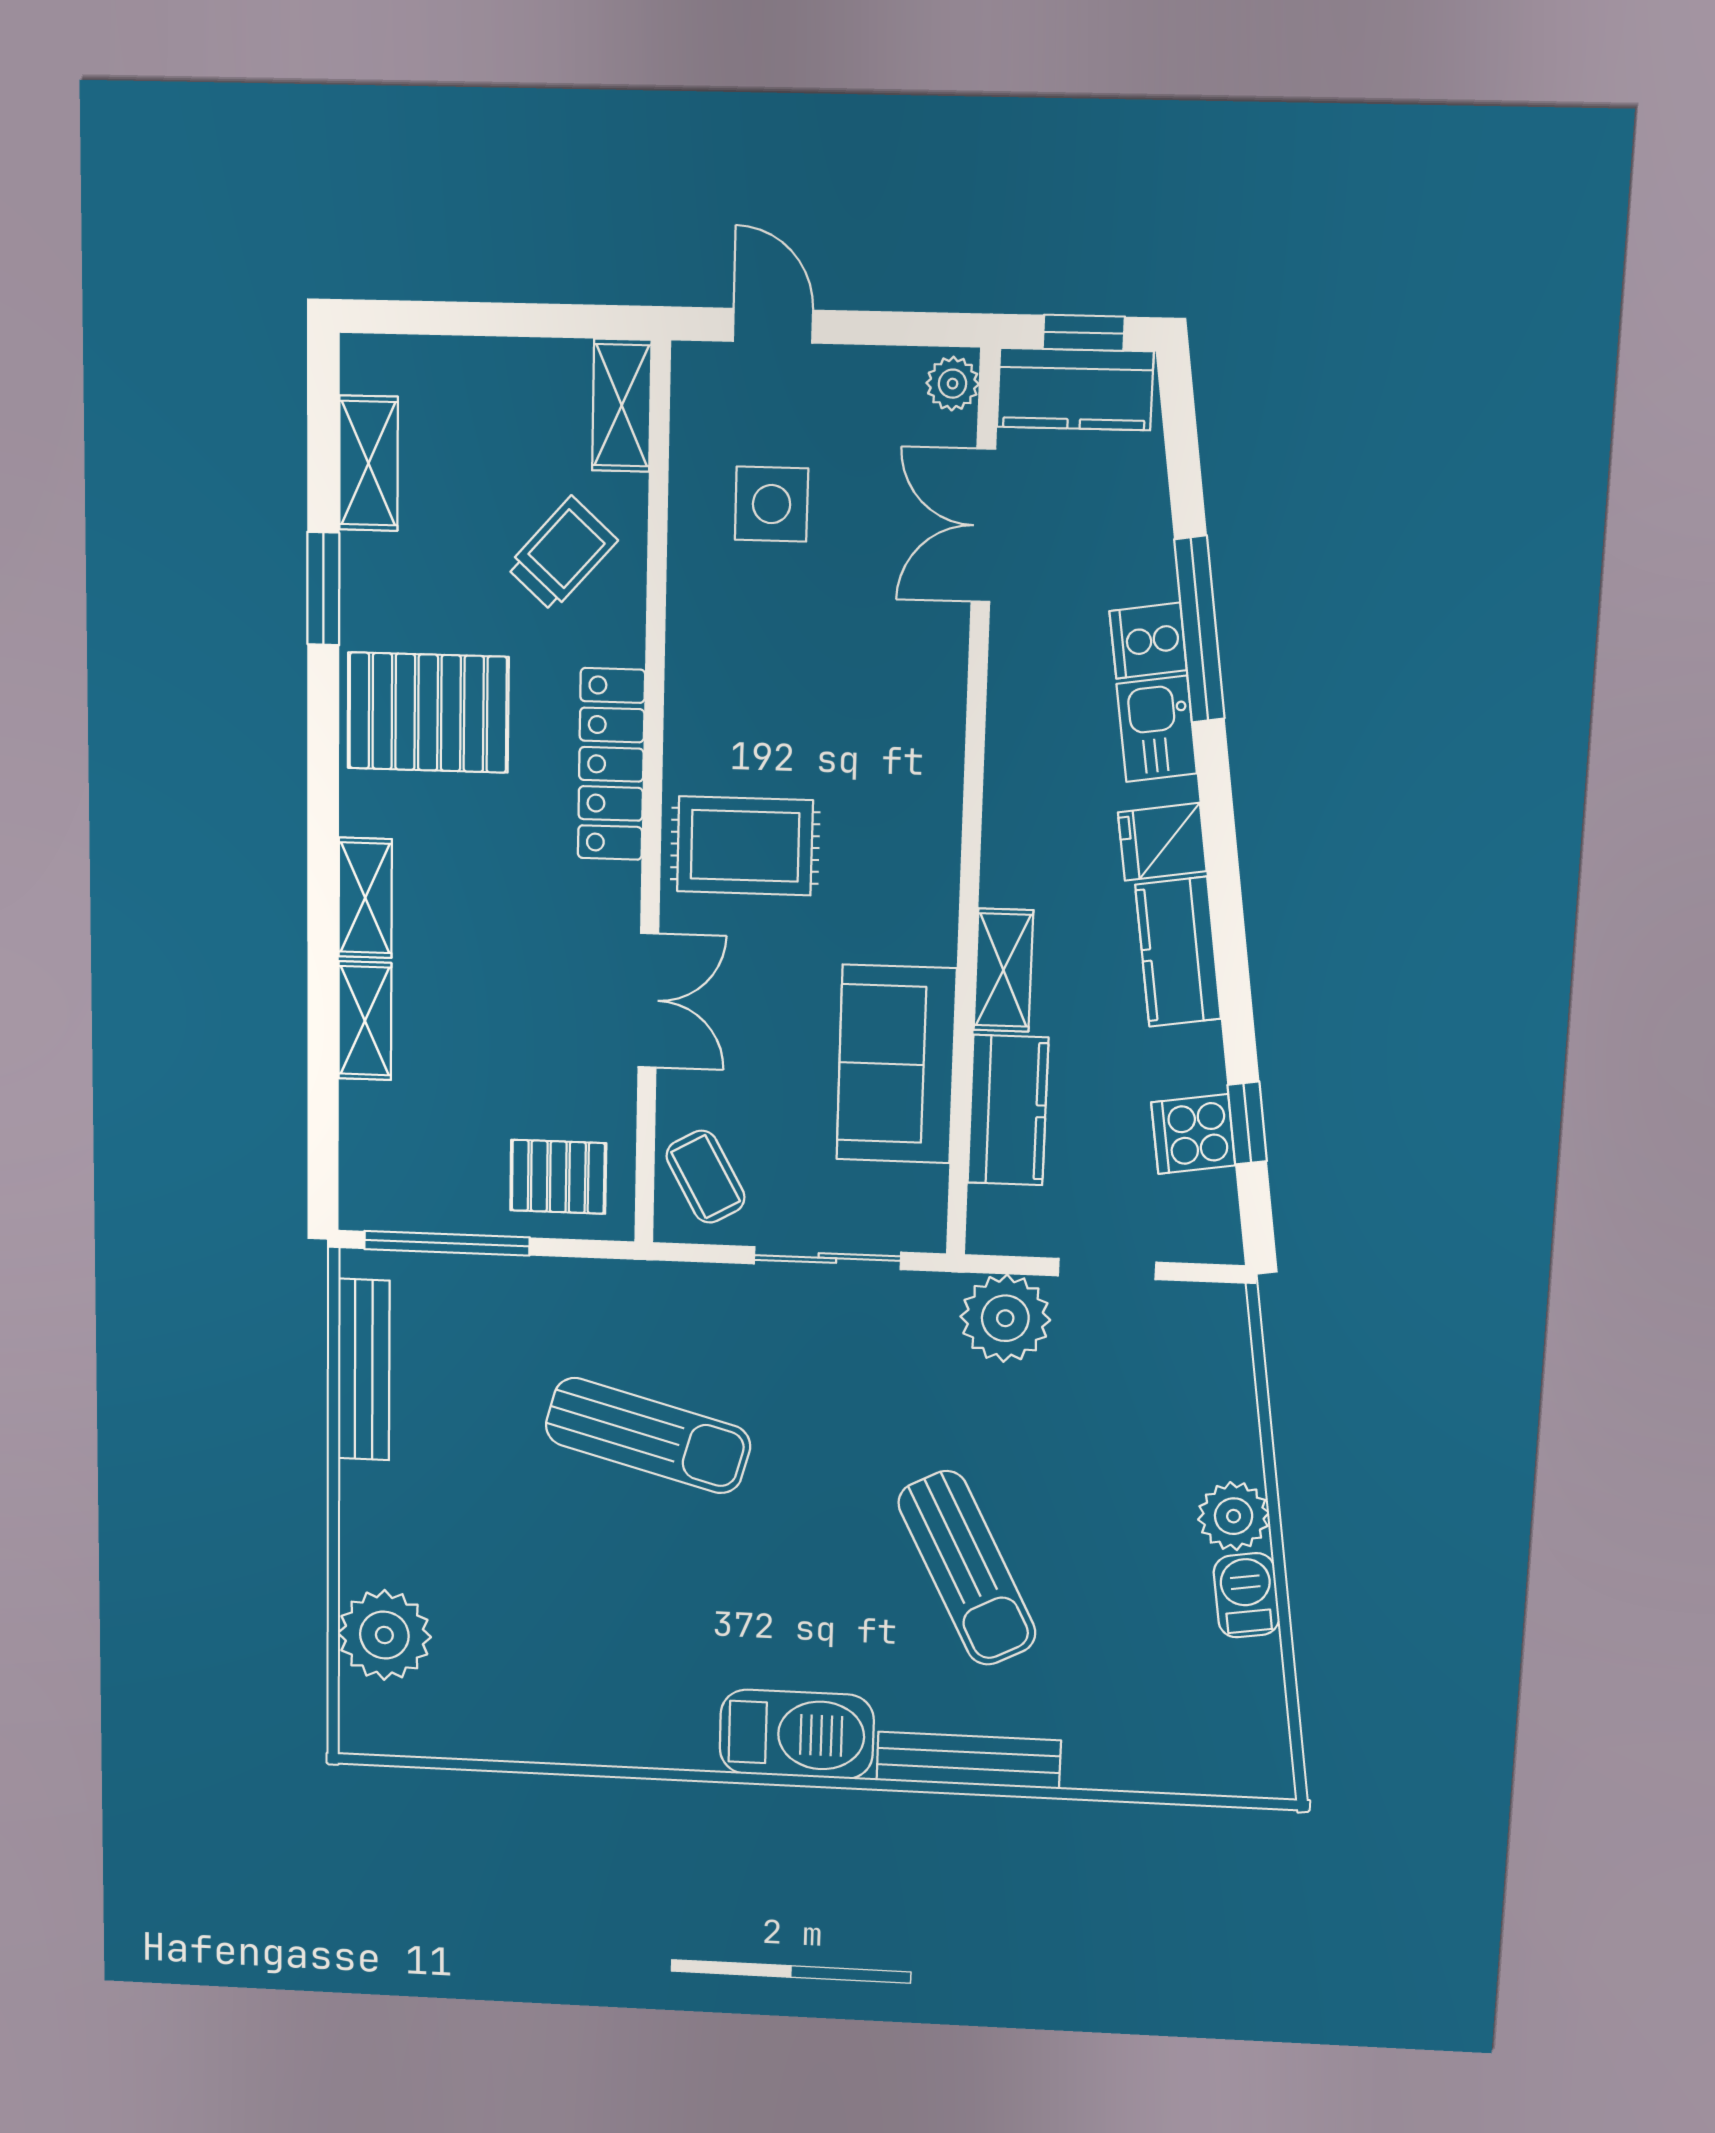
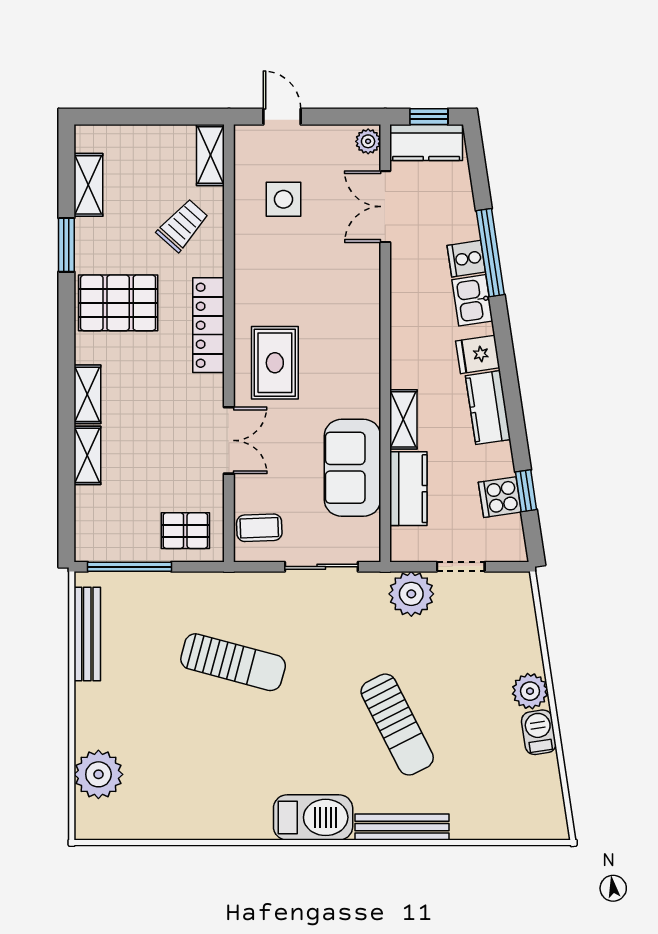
rug: (745, 846) -> (275, 363), turned 90
coffee table: (706, 1177) -> (259, 528), turned -63

